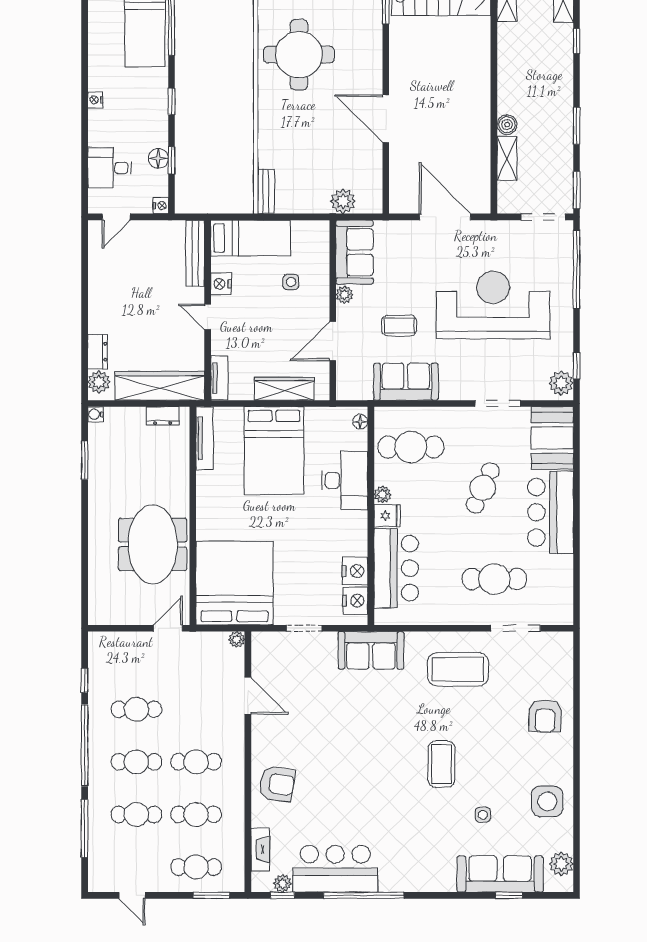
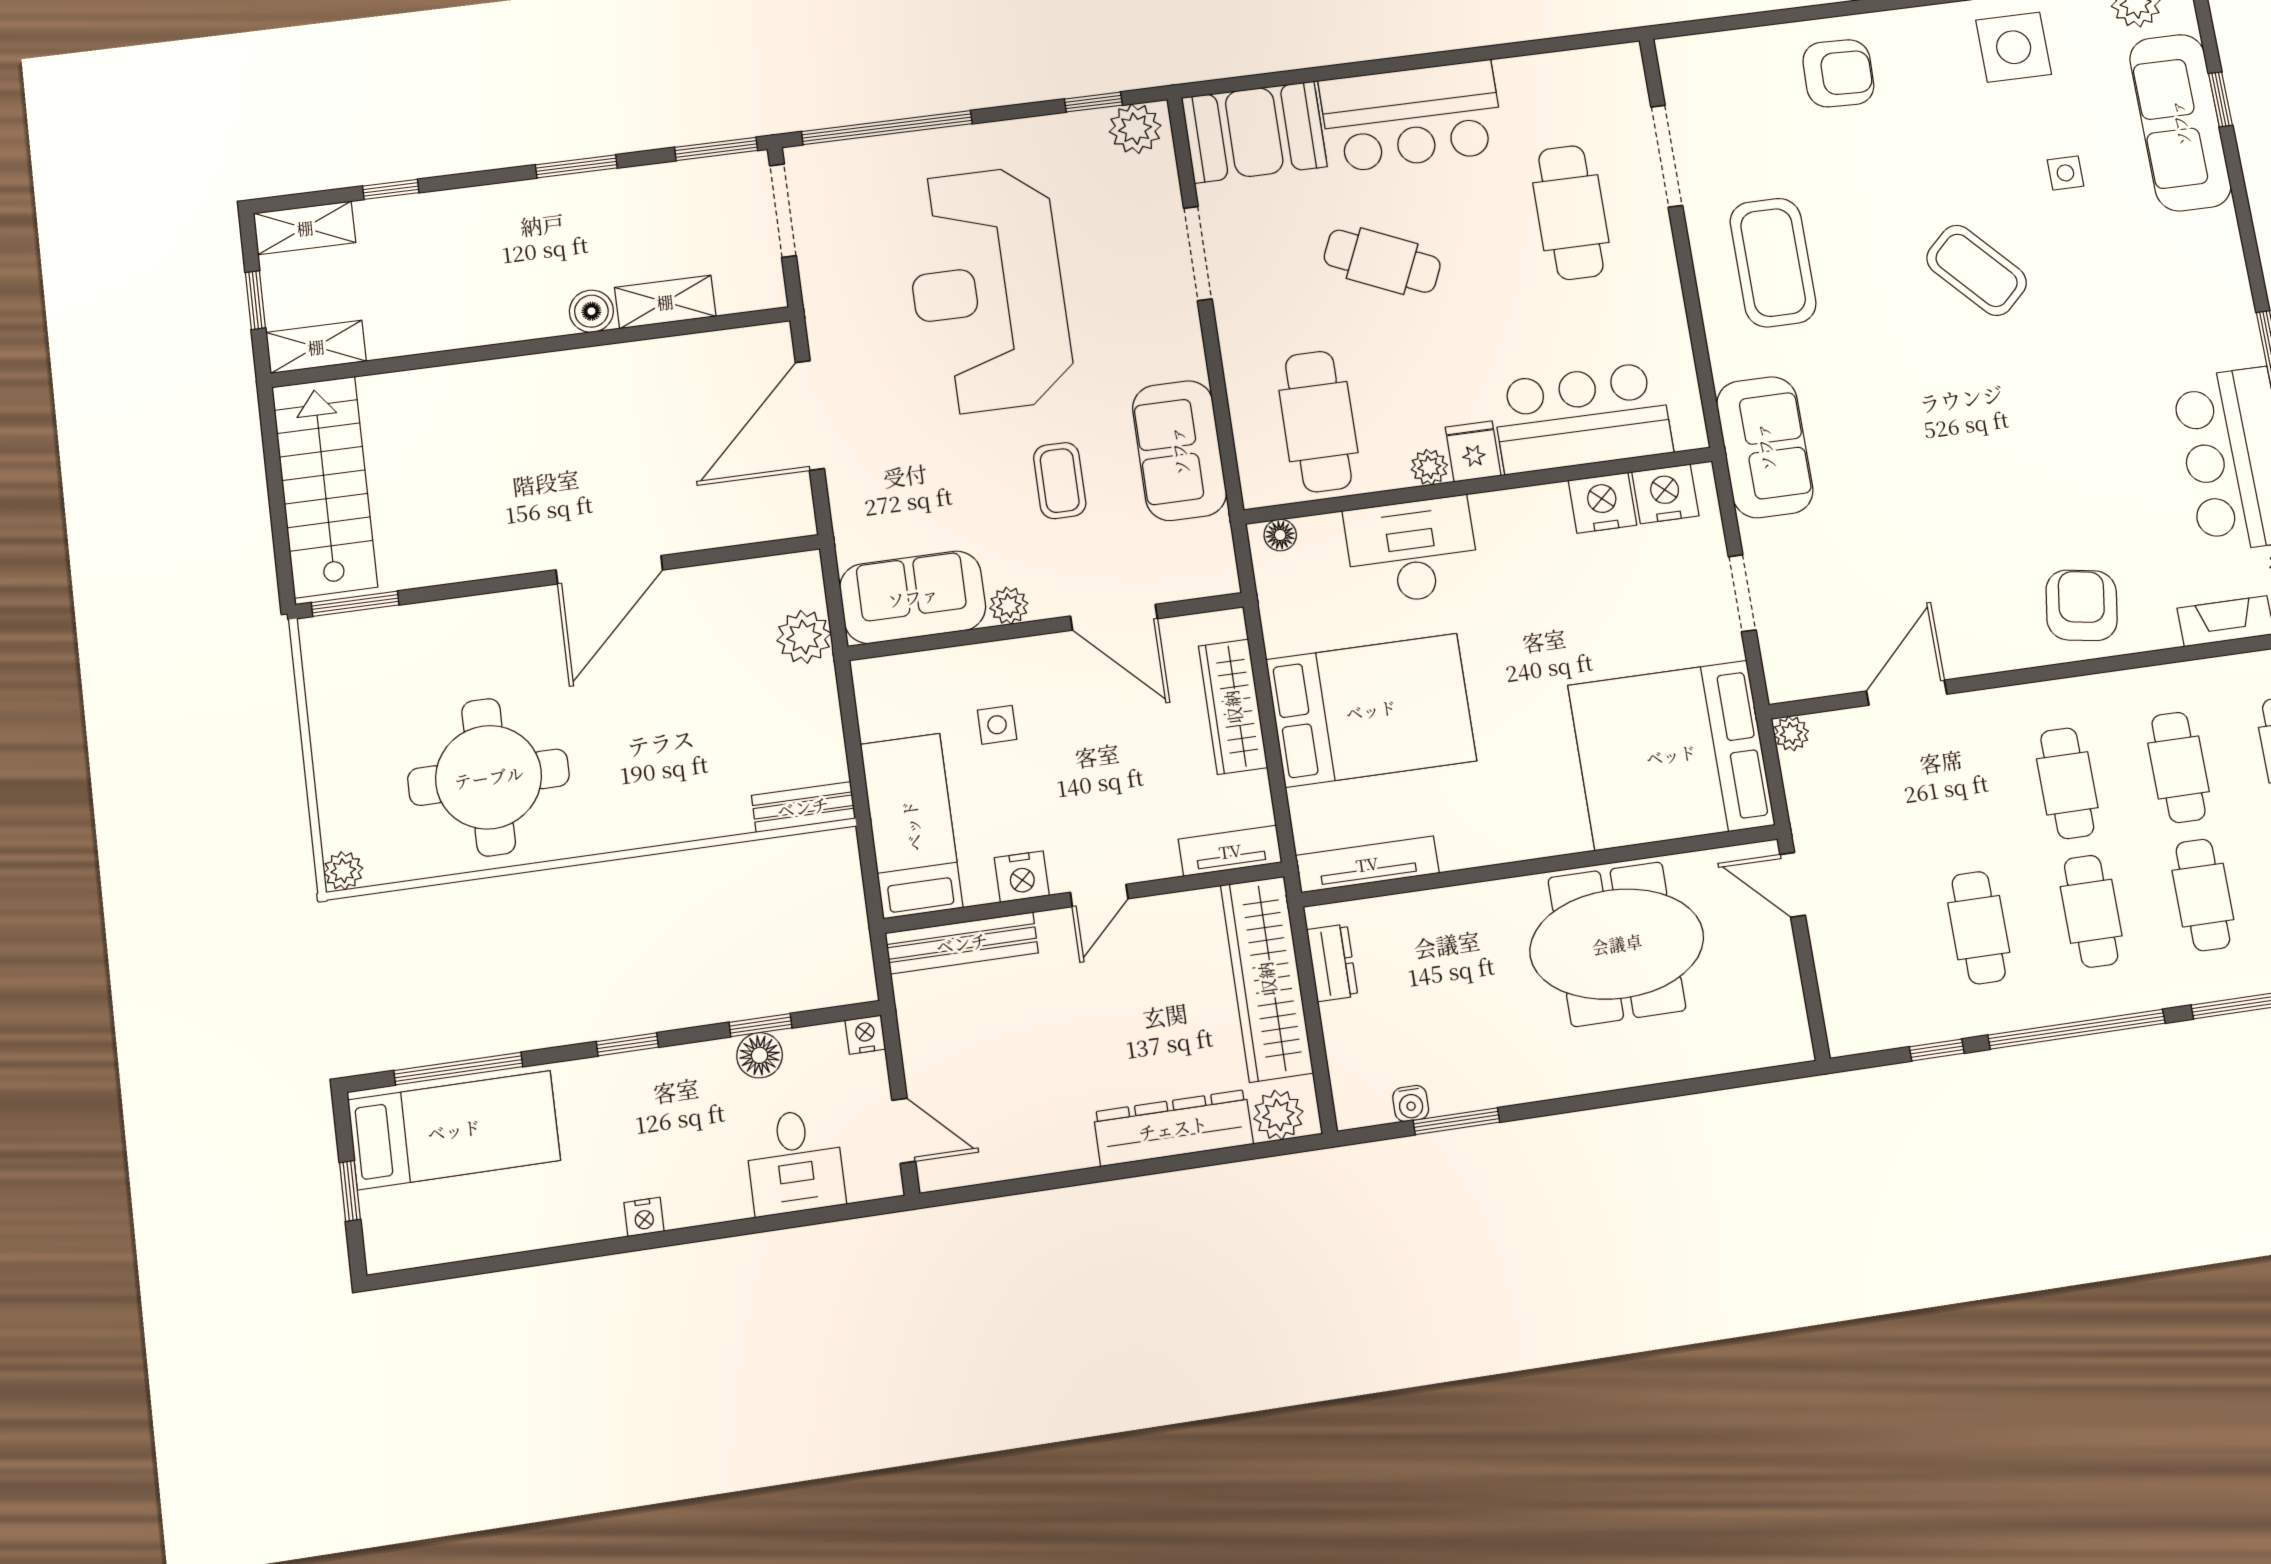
dresser: (98, 352) -> (1173, 1128), width x1.96, depth x1.24
water cooler: (95, 414) -> (1411, 1103), moved
coffee table: (441, 764) -> (1977, 270), turned 47

